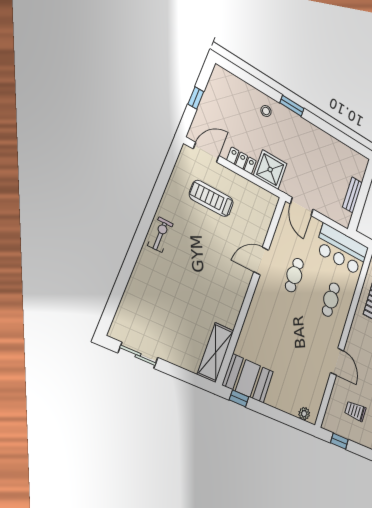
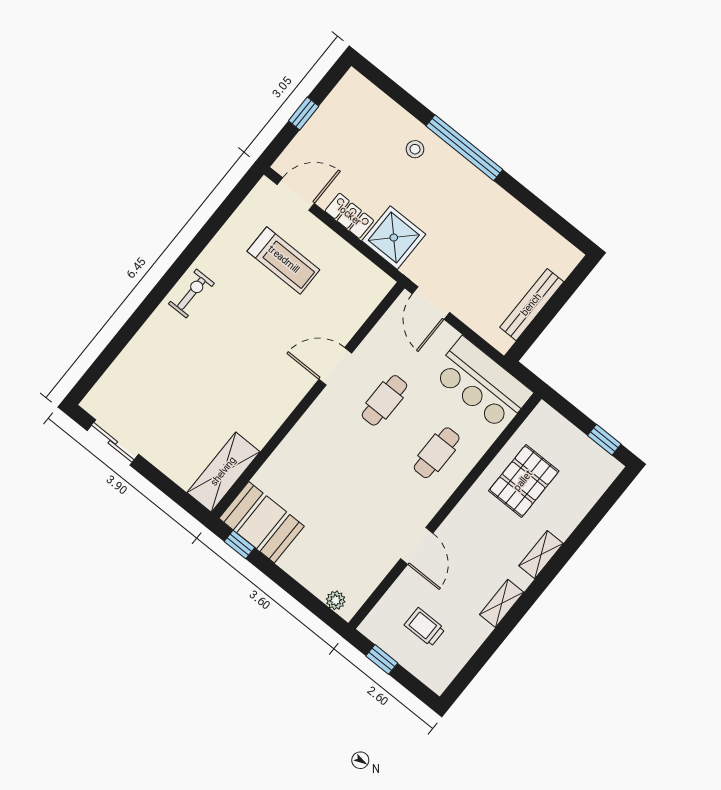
window: (292, 106) -> (464, 148), width x2.11
bench: (352, 195) -> (532, 305), width x1.36
treadmill: (211, 198) -> (283, 260), turned 180

